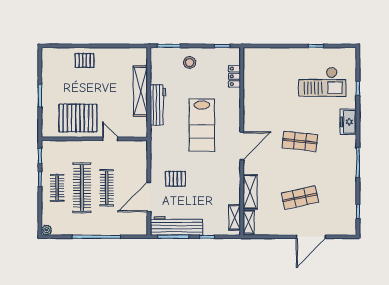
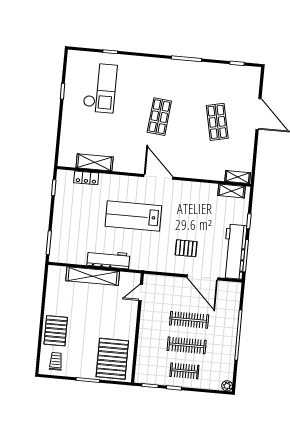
pallet: (85, 60) -> (56, 331), width x1.50, depth x1.42
trolley: (55, 63) -> (56, 361), added
stool: (190, 63) -> (68, 223), removed
pallet: (78, 118) -> (112, 359), moved
freezer: (348, 122) -> (144, 65), removed
lab bench: (202, 125) -> (133, 216), turned 180
door: (110, 139) -> (141, 292), moved
pallet: (175, 179) -> (186, 248), turned 90
clothes rail: (82, 188) -> (187, 345), width x0.73, depth x0.76
shelving: (250, 192) -> (95, 162), moved

